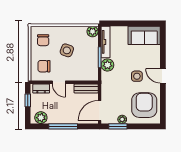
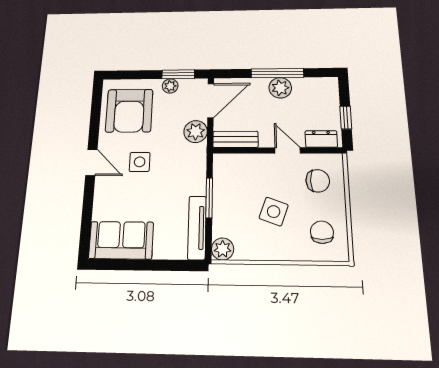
plant: (107, 65) -> (196, 132), moved
plant: (41, 118) -> (280, 88), moved

